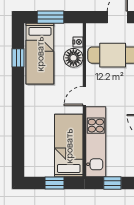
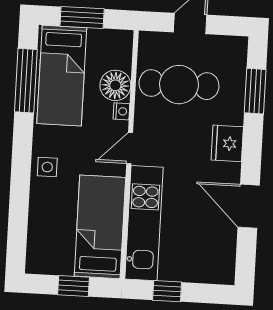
nightstand: (78, 42) -> (121, 111), moved
window: (18, 58) -> (26, 81), width x2.17
side table: (34, 111) -> (47, 167), added

